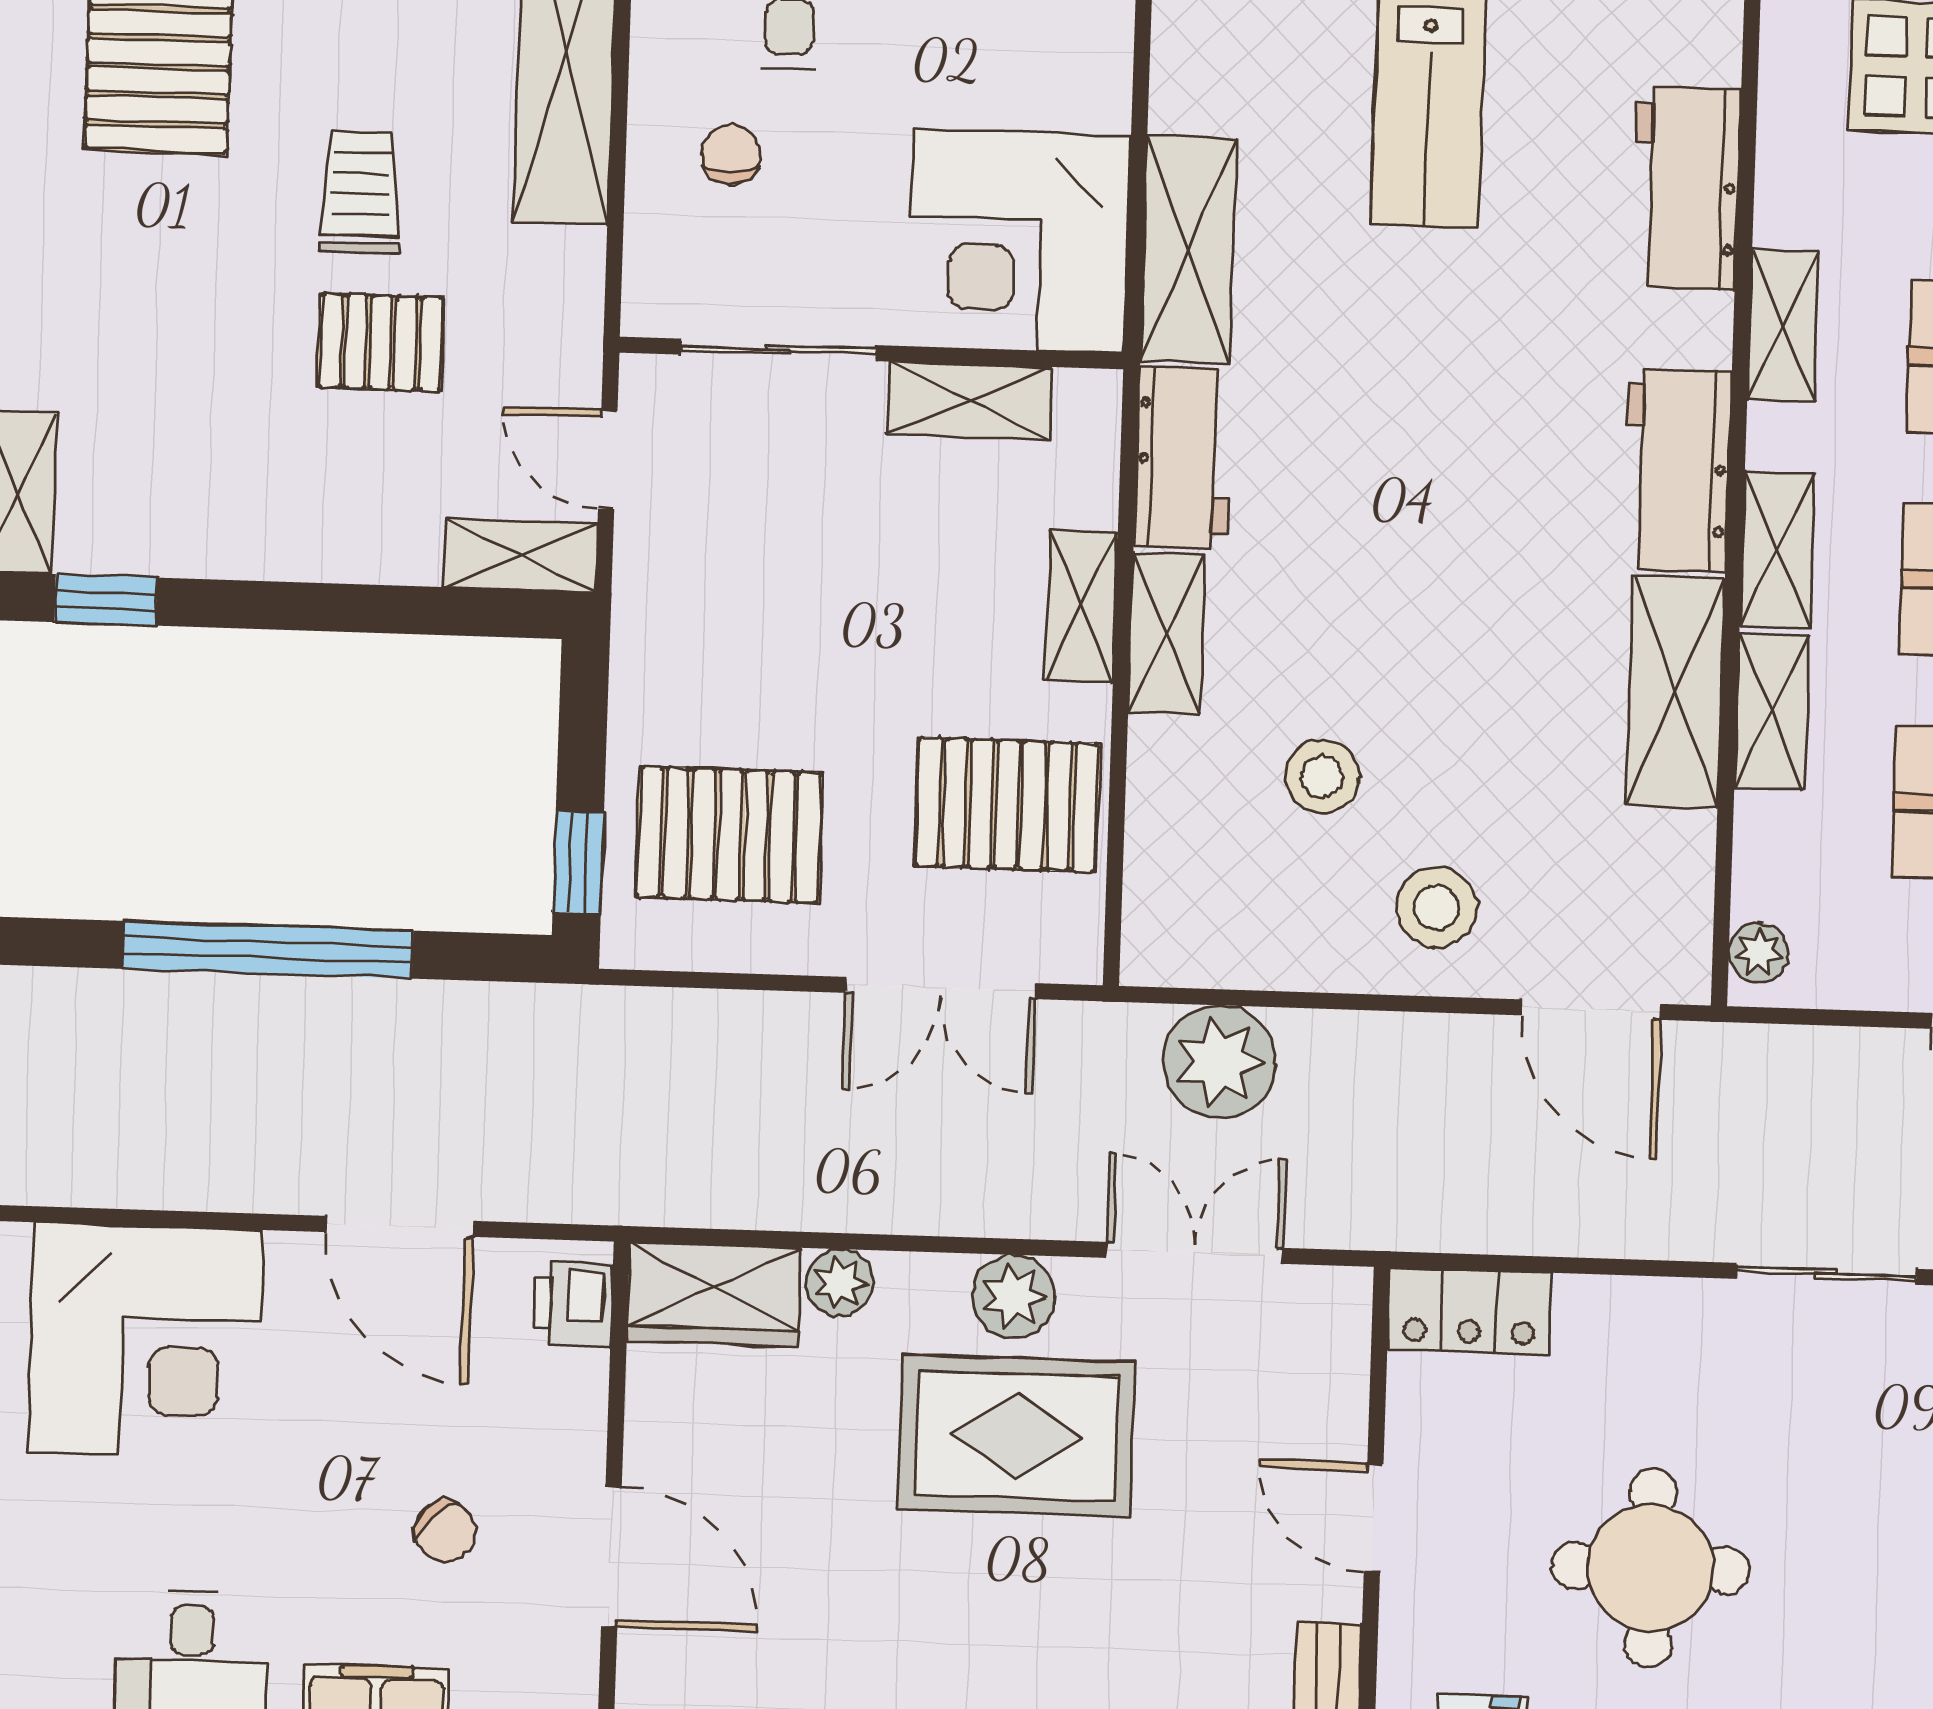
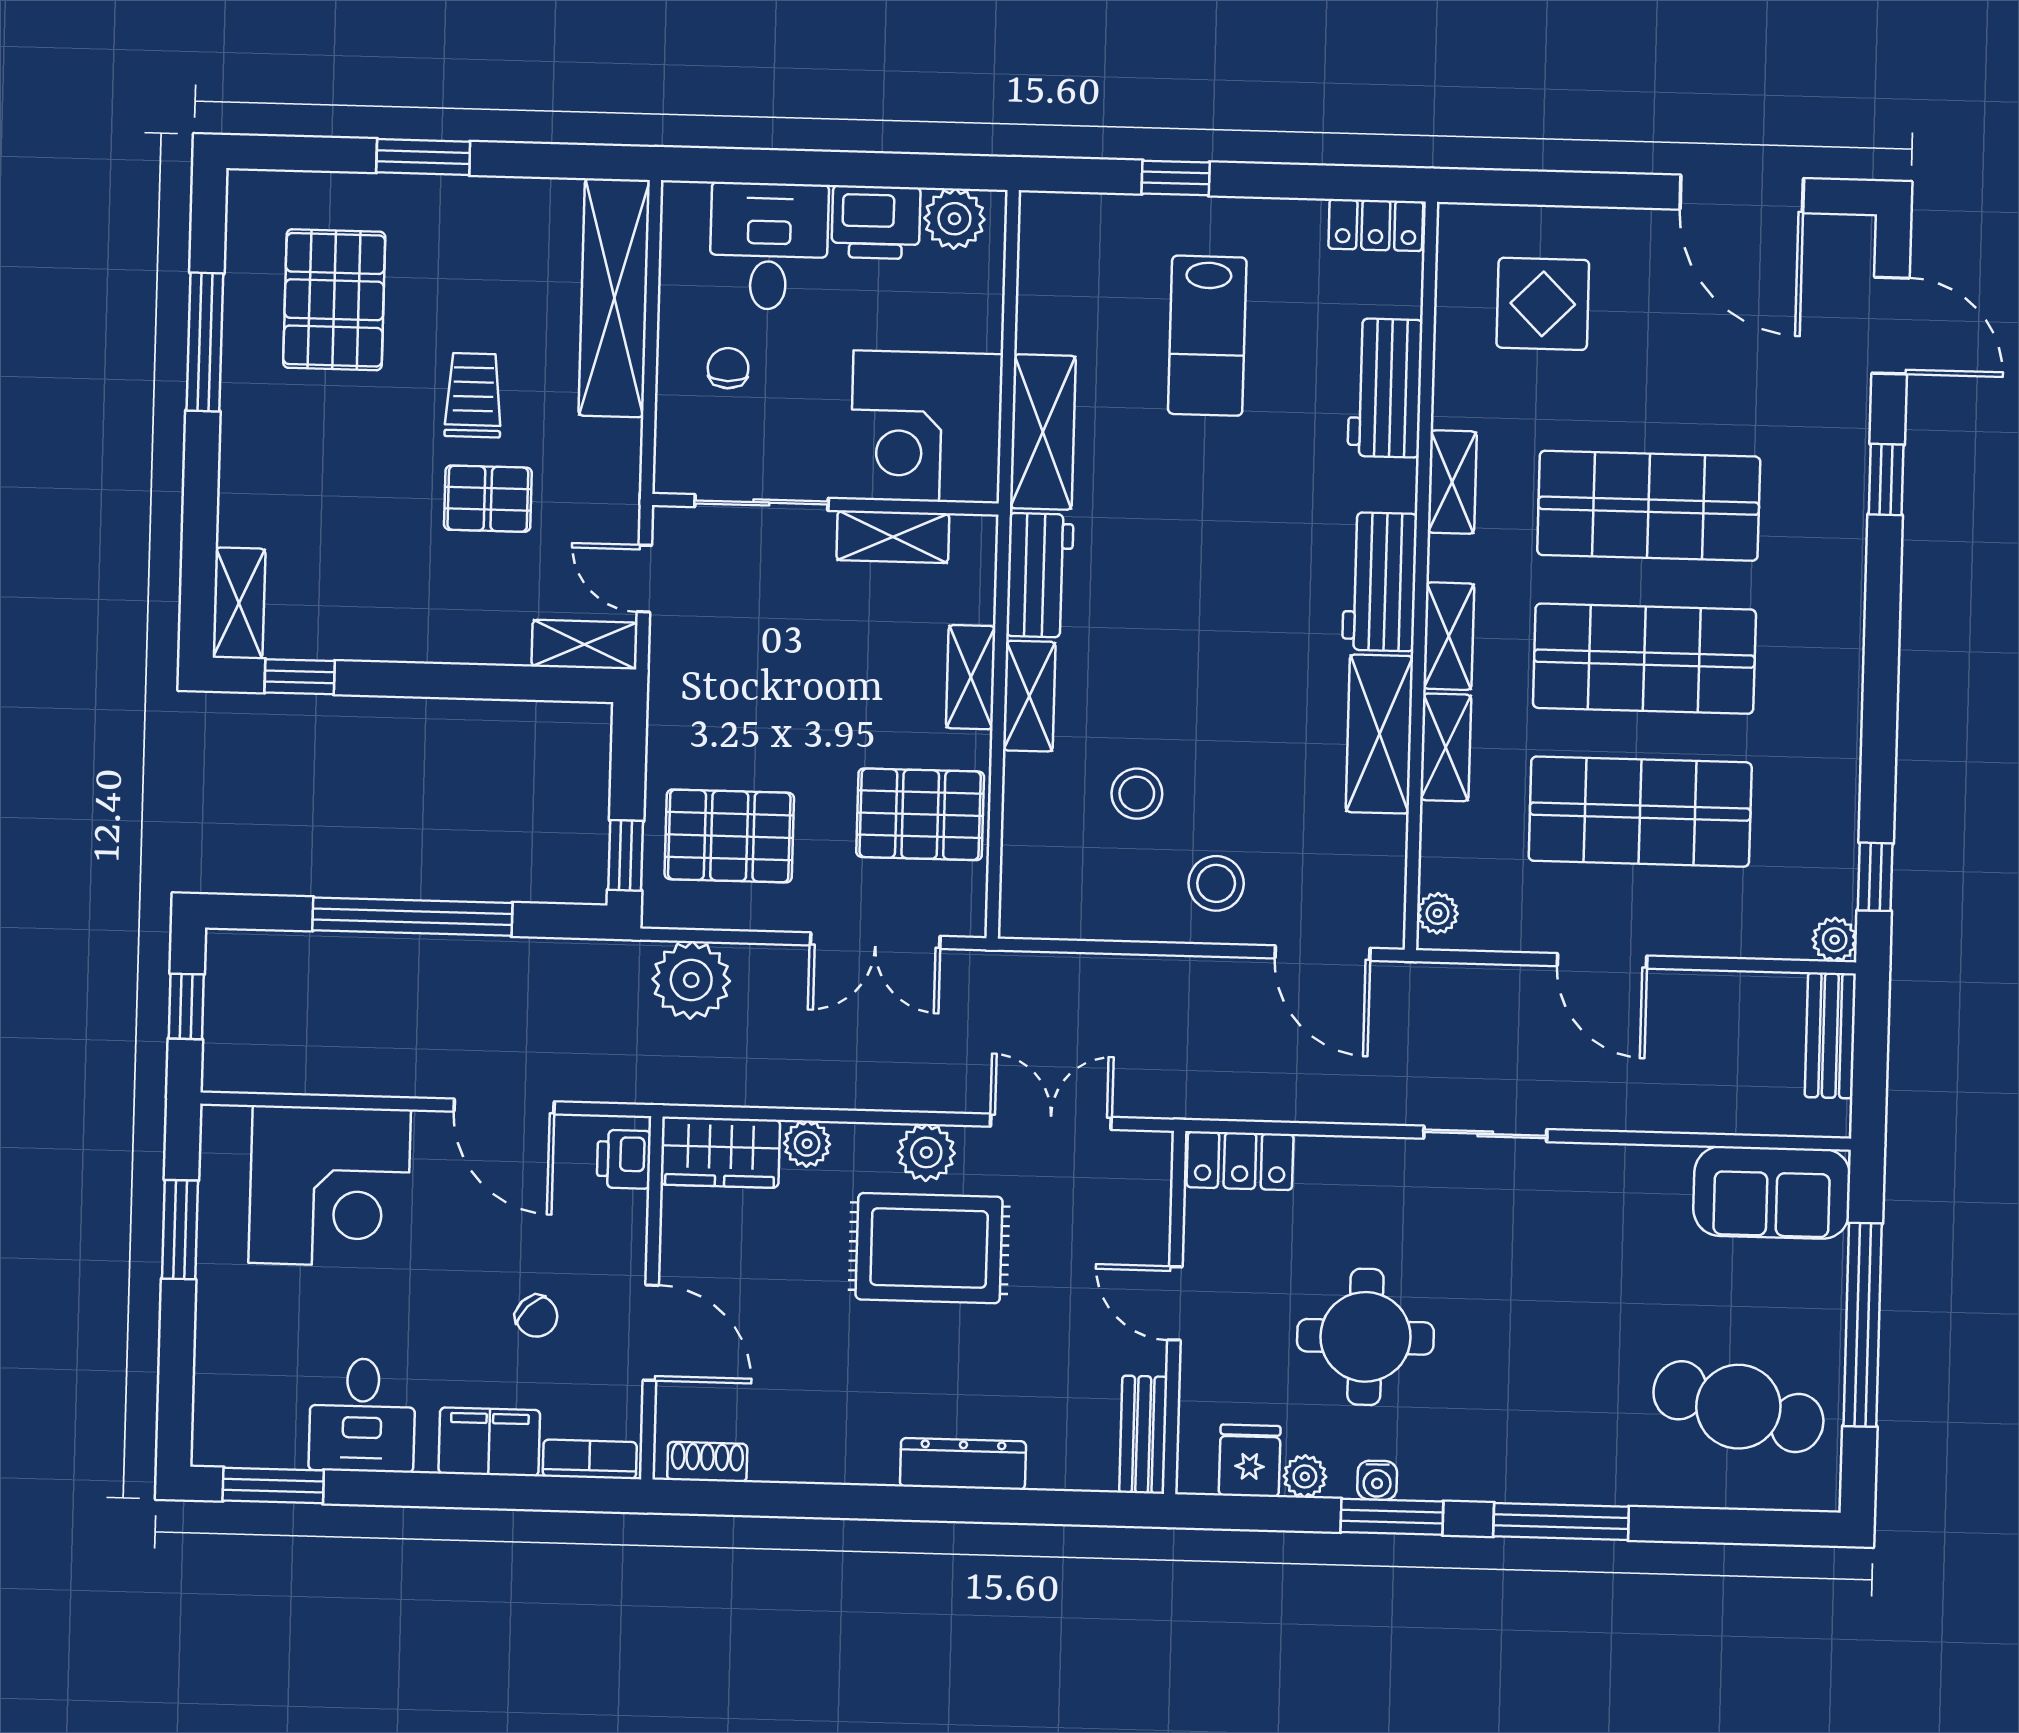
plant: (1220, 1062) -> (691, 980), moved

